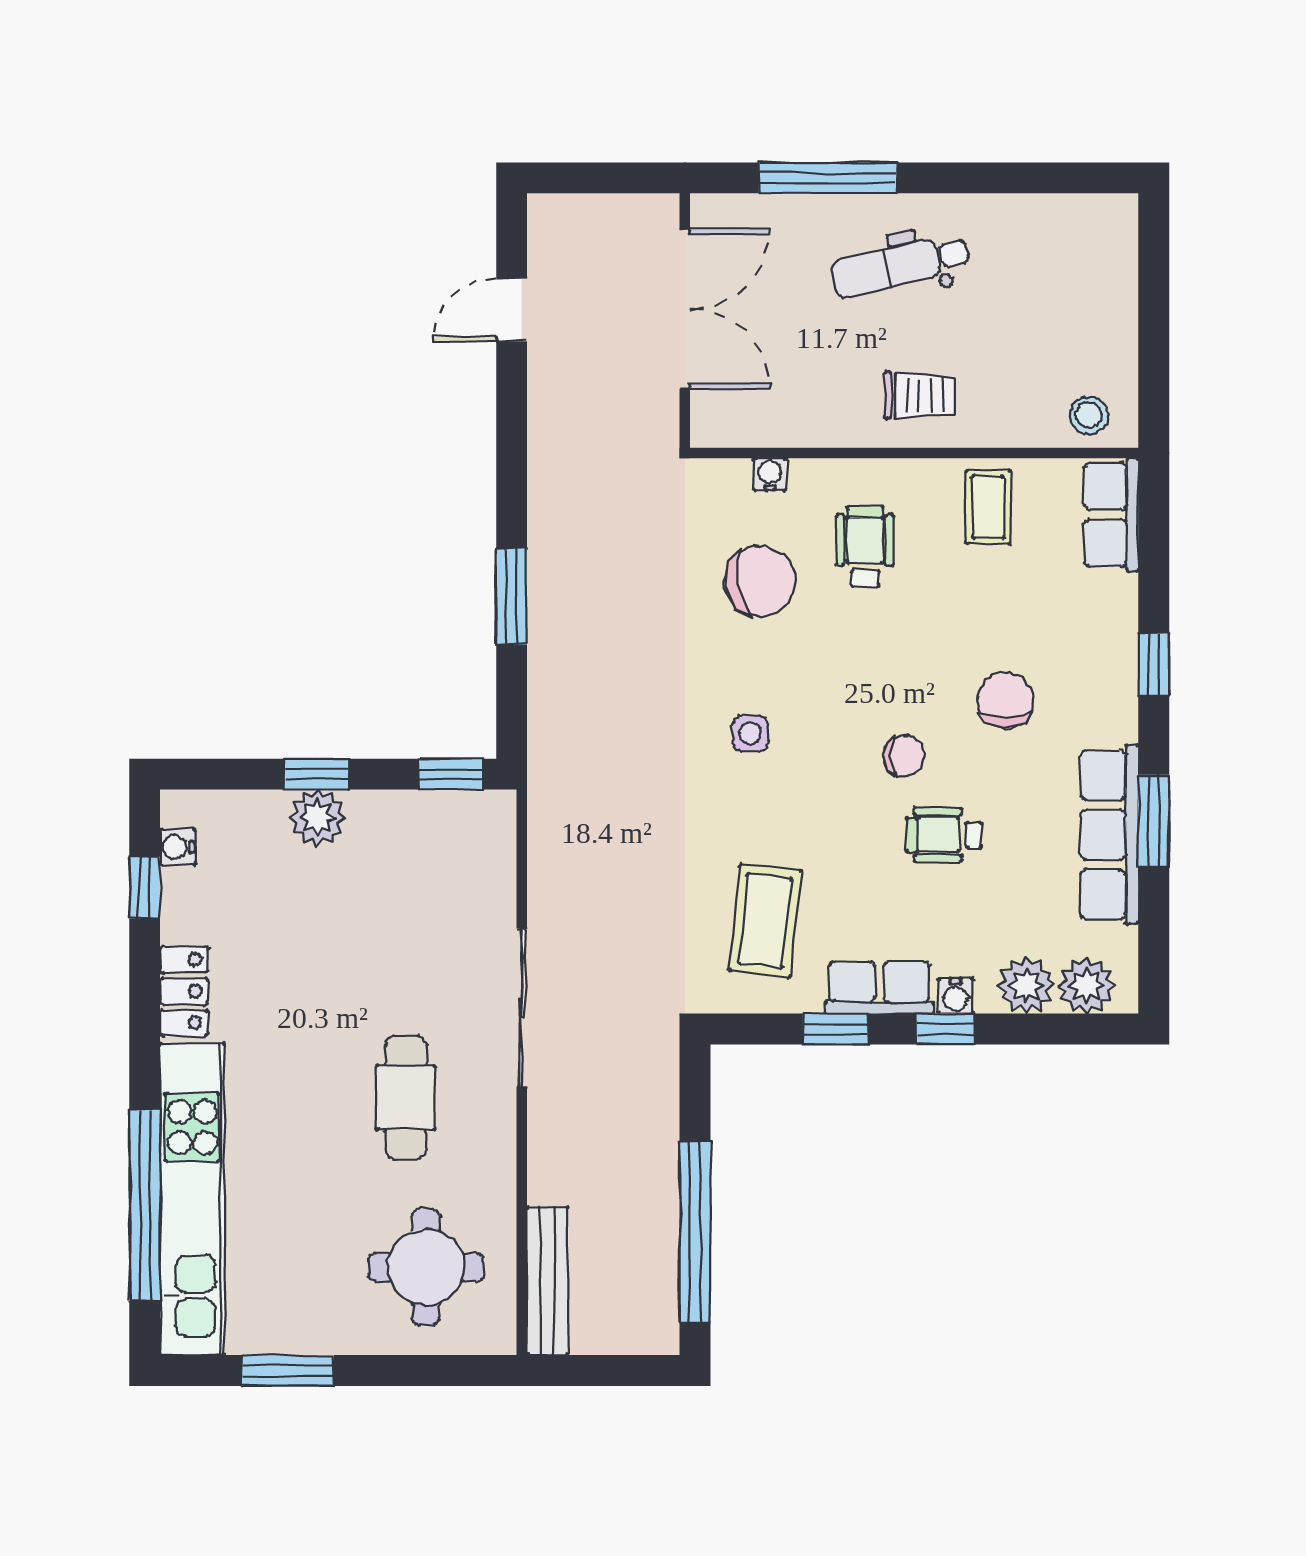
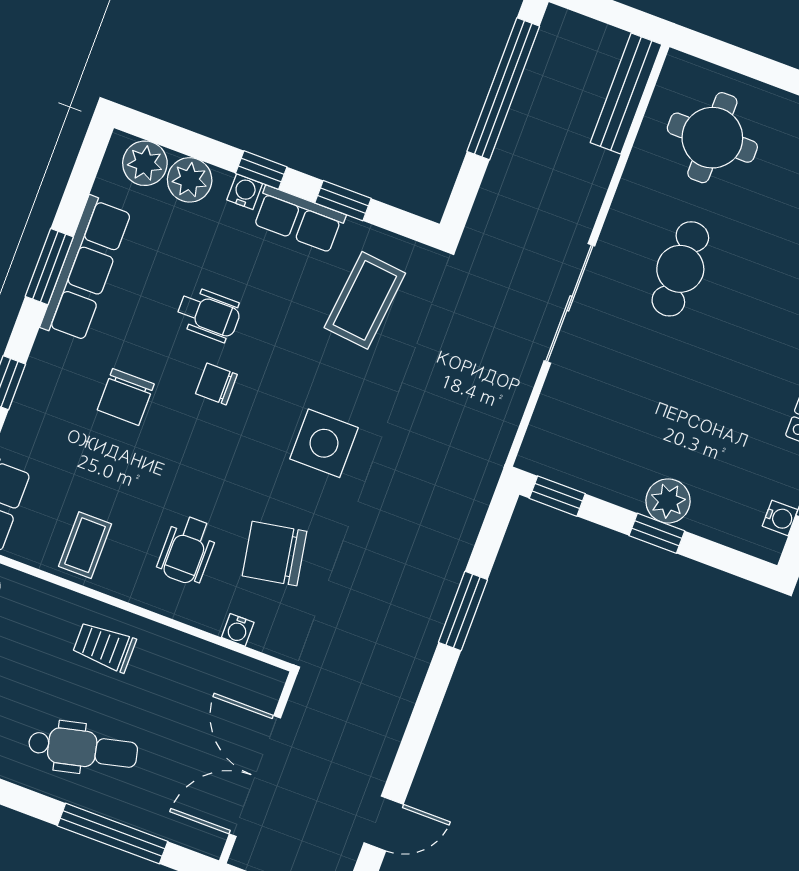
side table: (750, 733) -> (324, 443), width x1.87, depth x1.87

